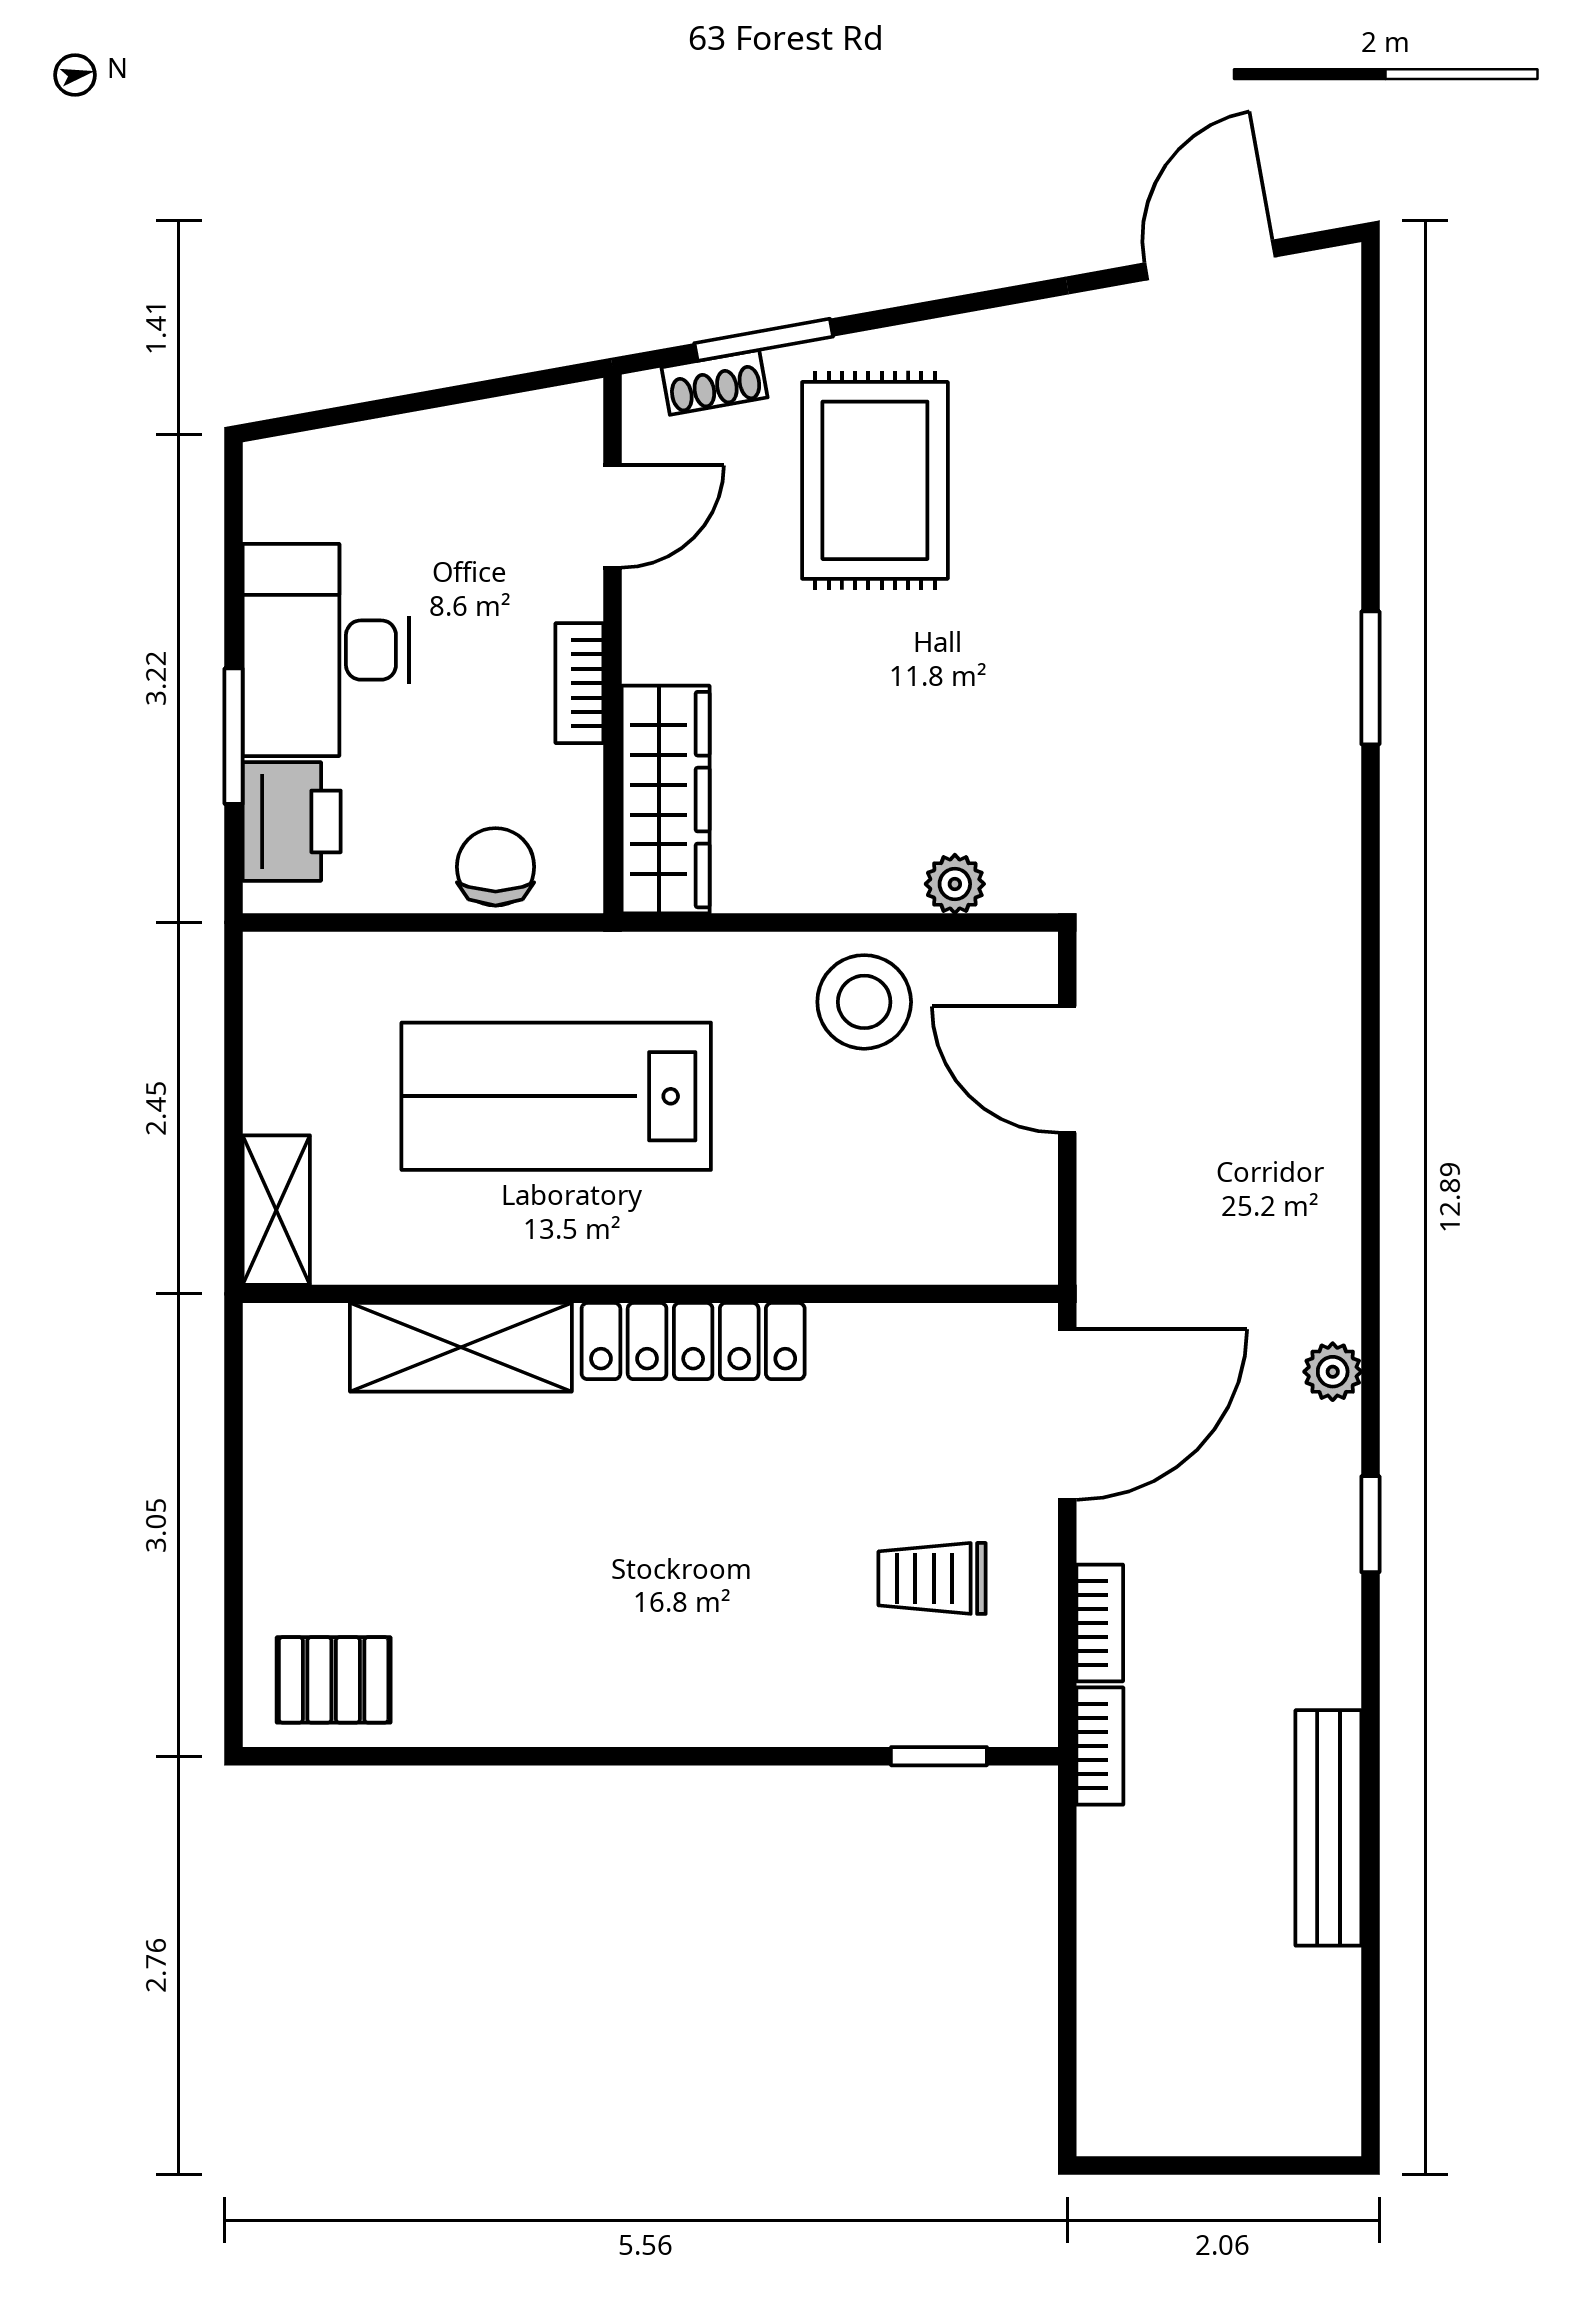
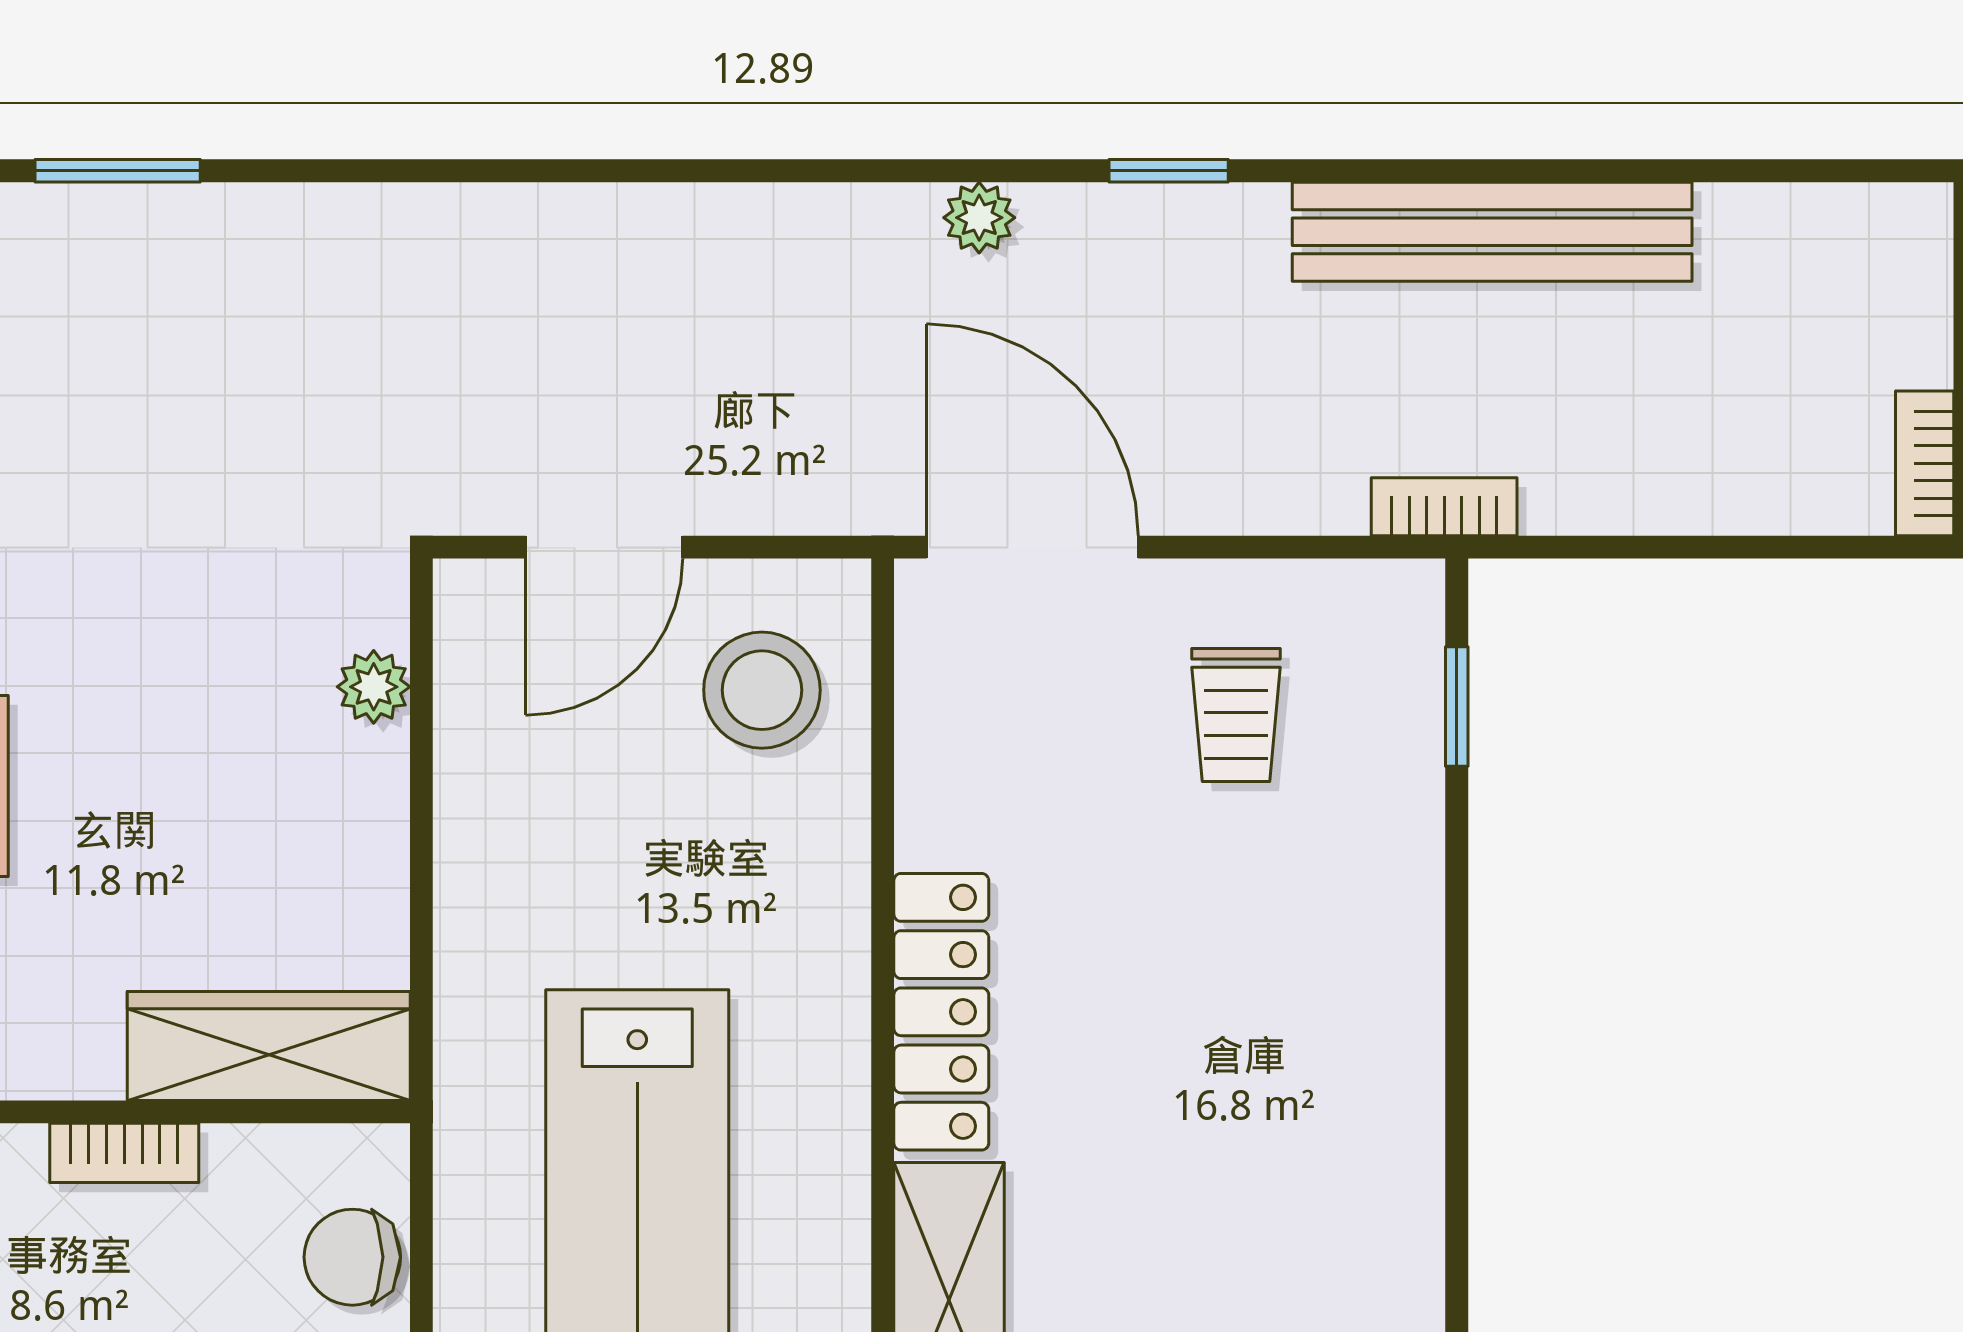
stool: (864, 1002) -> (762, 690), moved
bookcase: (1100, 1623) -> (1925, 463), moved, turned -90
bench: (1328, 1828) -> (1492, 232), width x1.37, depth x1.21

